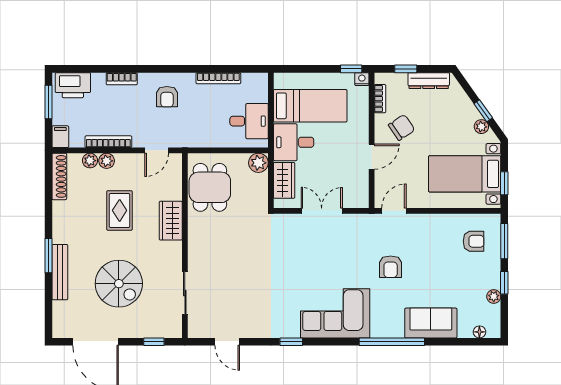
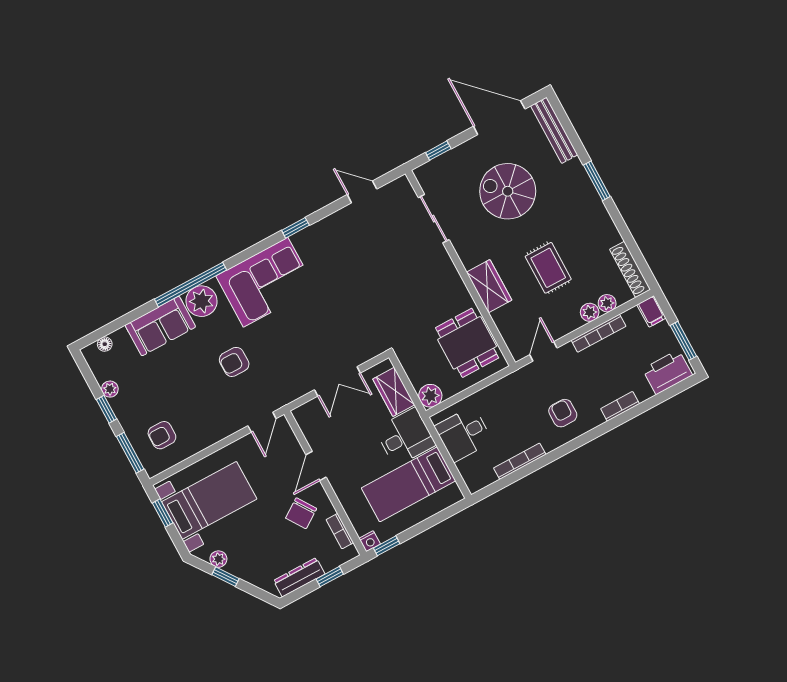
armchair: (391, 267) -> (234, 362), turned -90
bench: (60, 272) -> (554, 130), moved
plant: (390, 325) -> (201, 301), added

